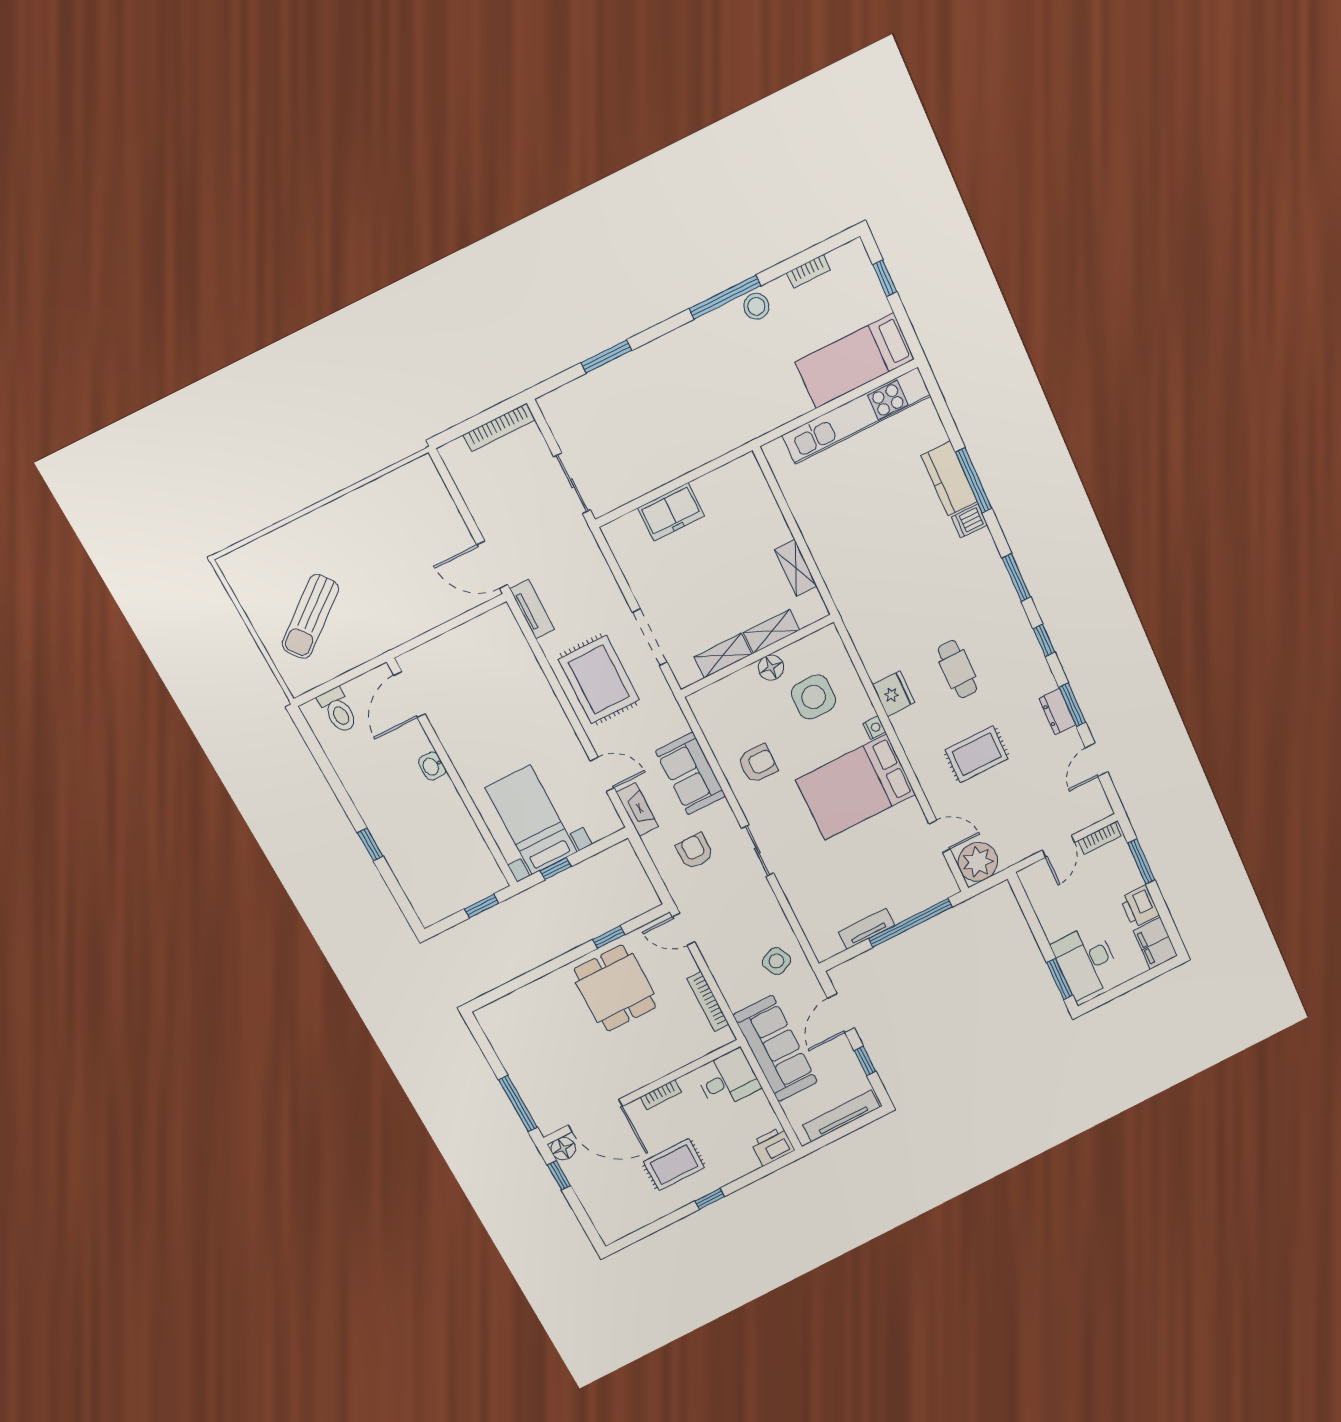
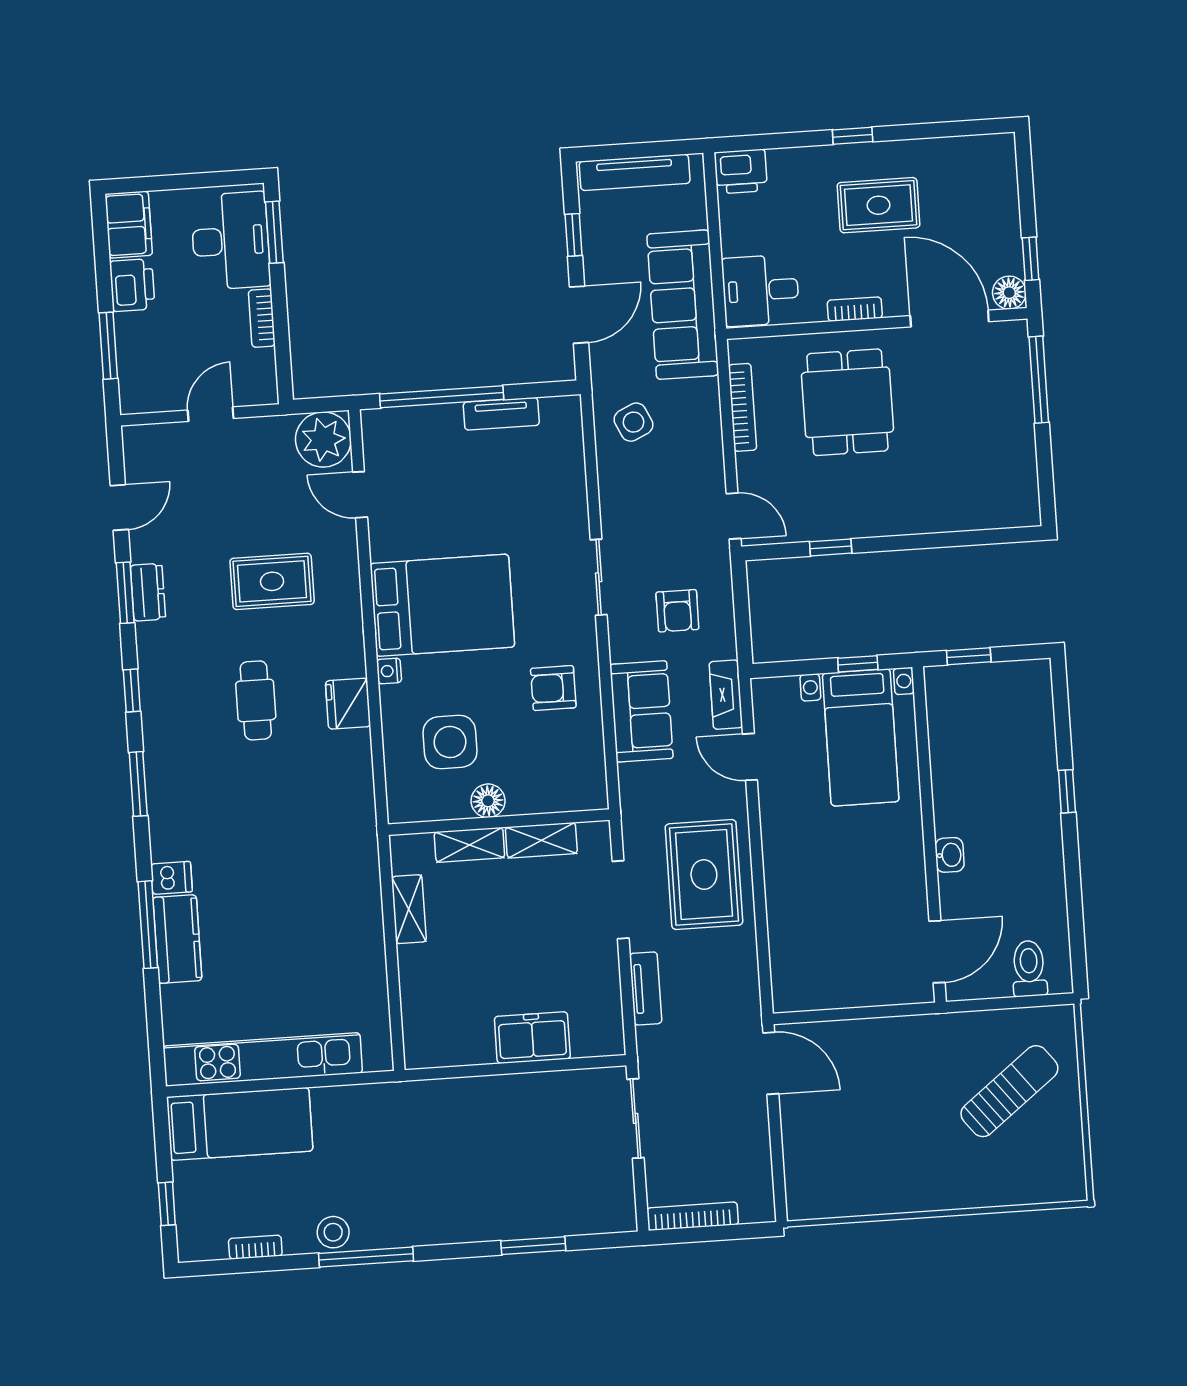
tv unit: (532, 609) -> (646, 988), moved, turned 180
bookcase: (1100, 838) -> (262, 318), moved, turned -90
dining table: (615, 988) -> (847, 402), moved

